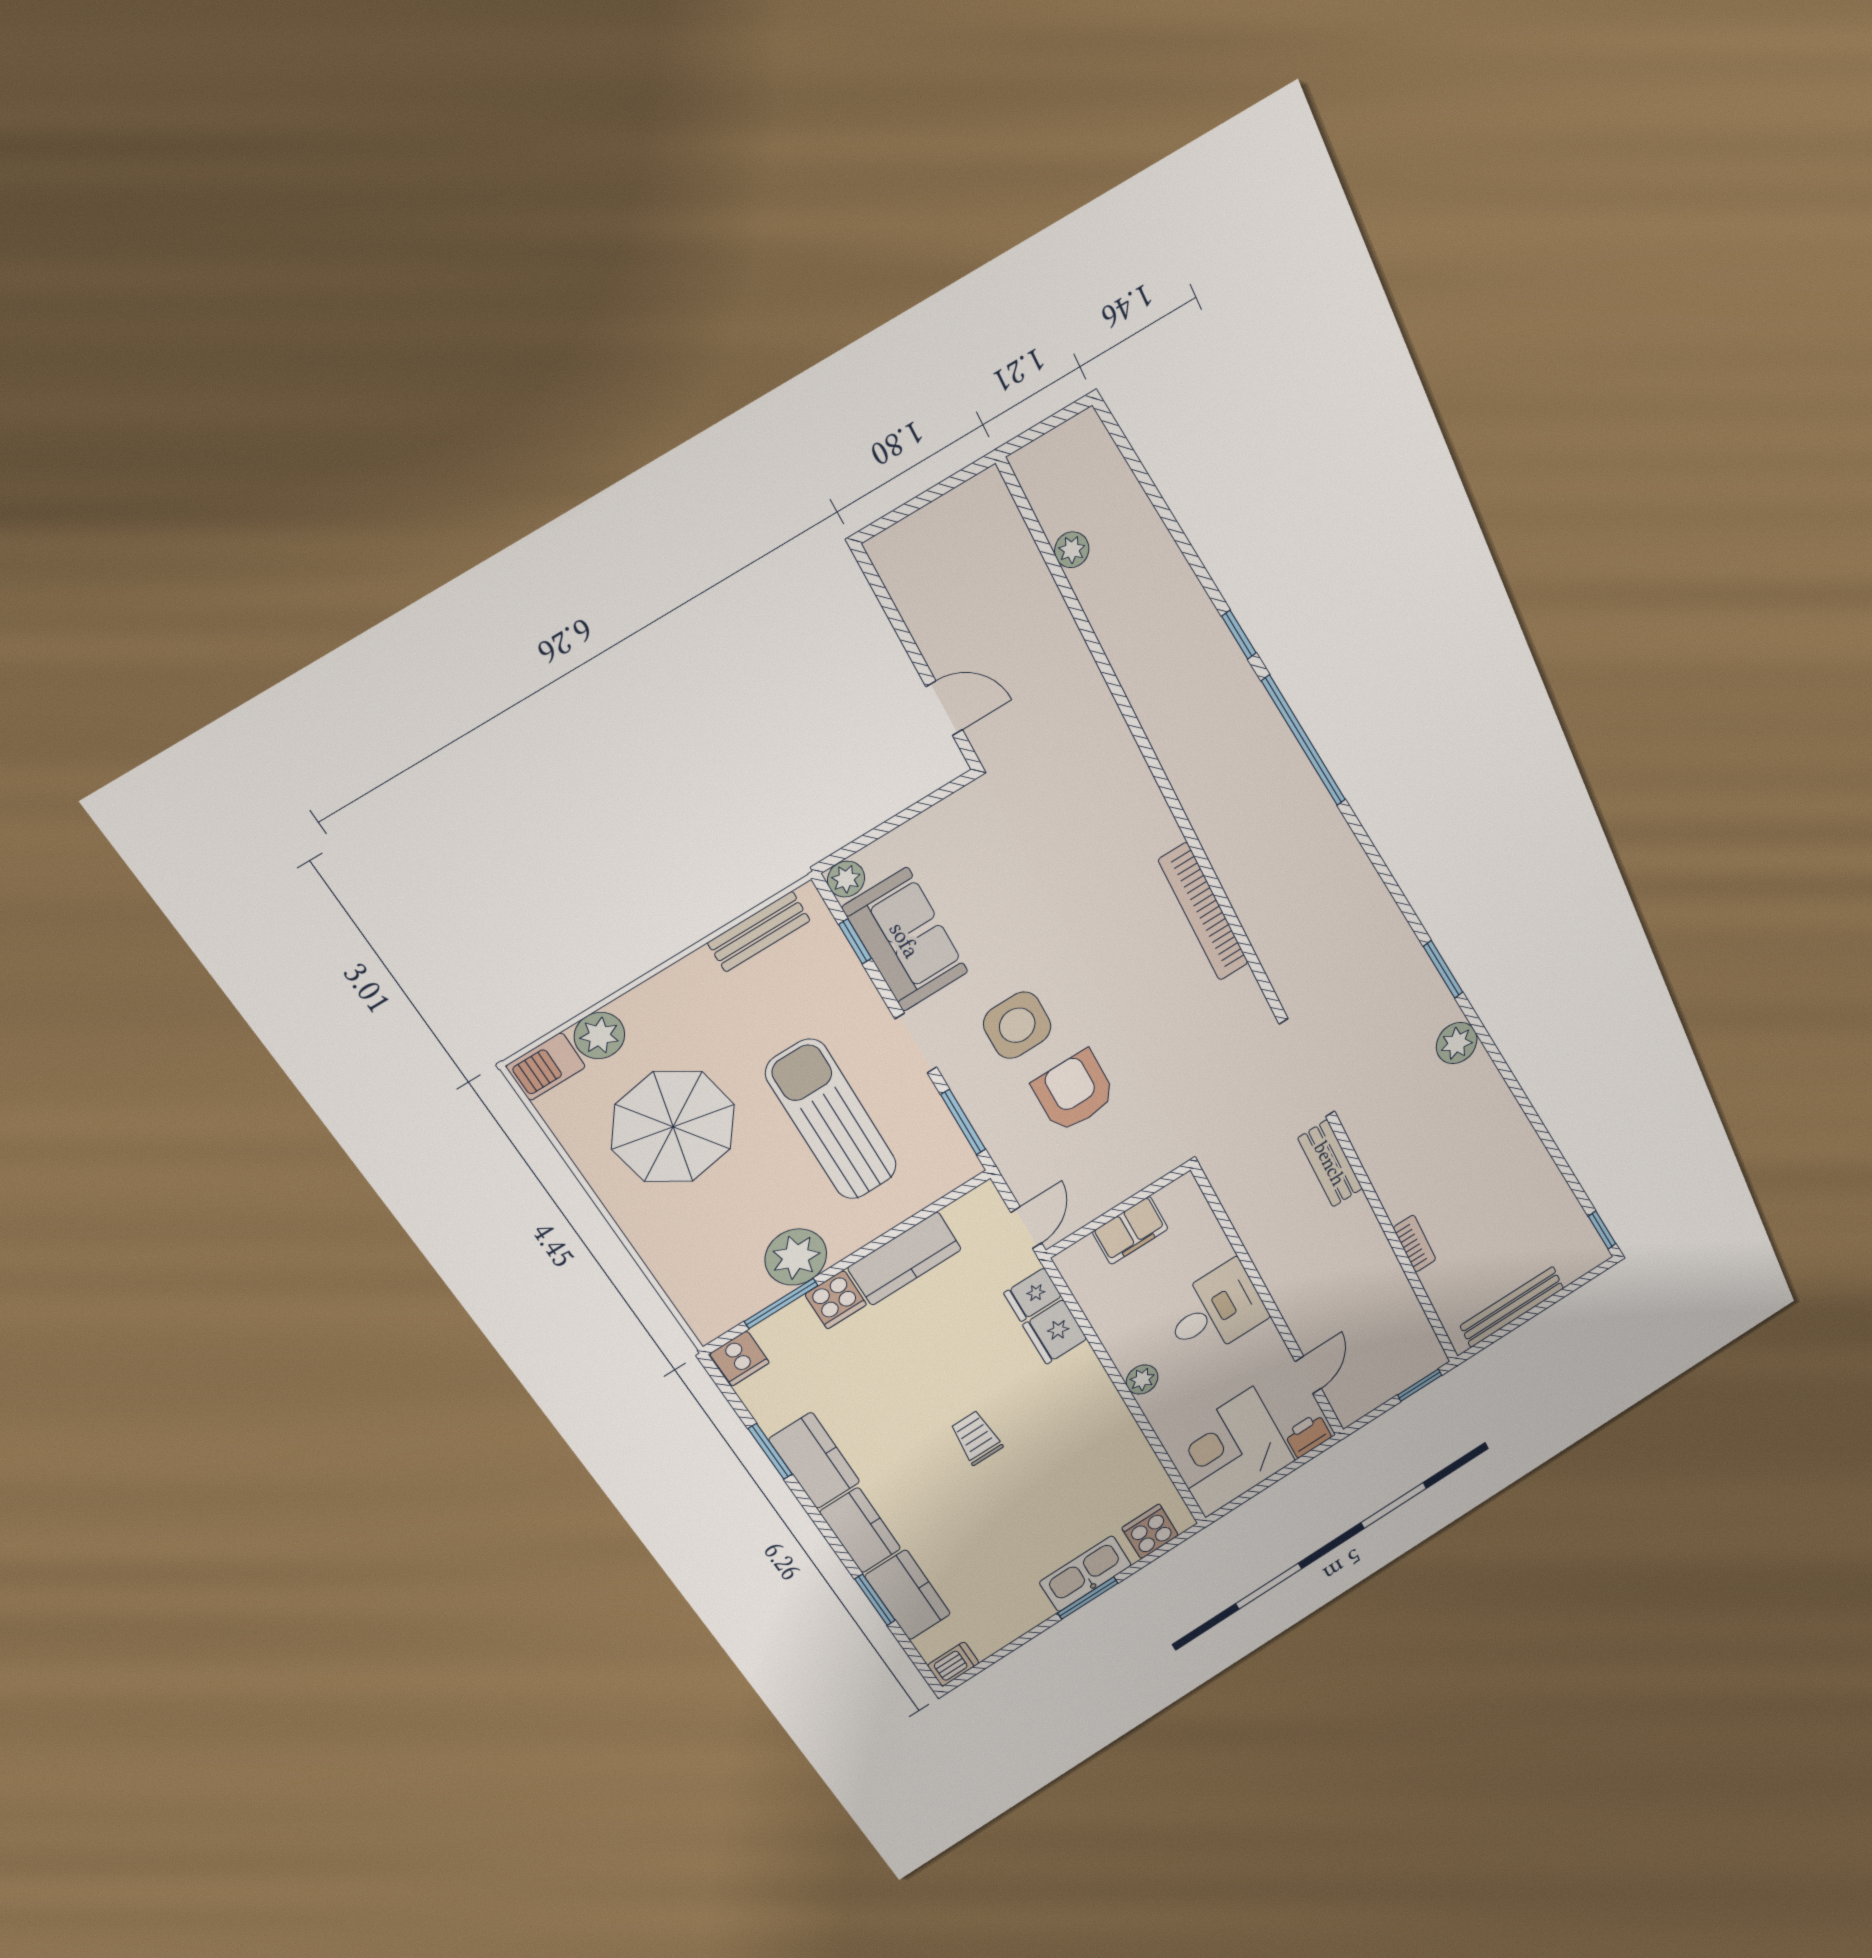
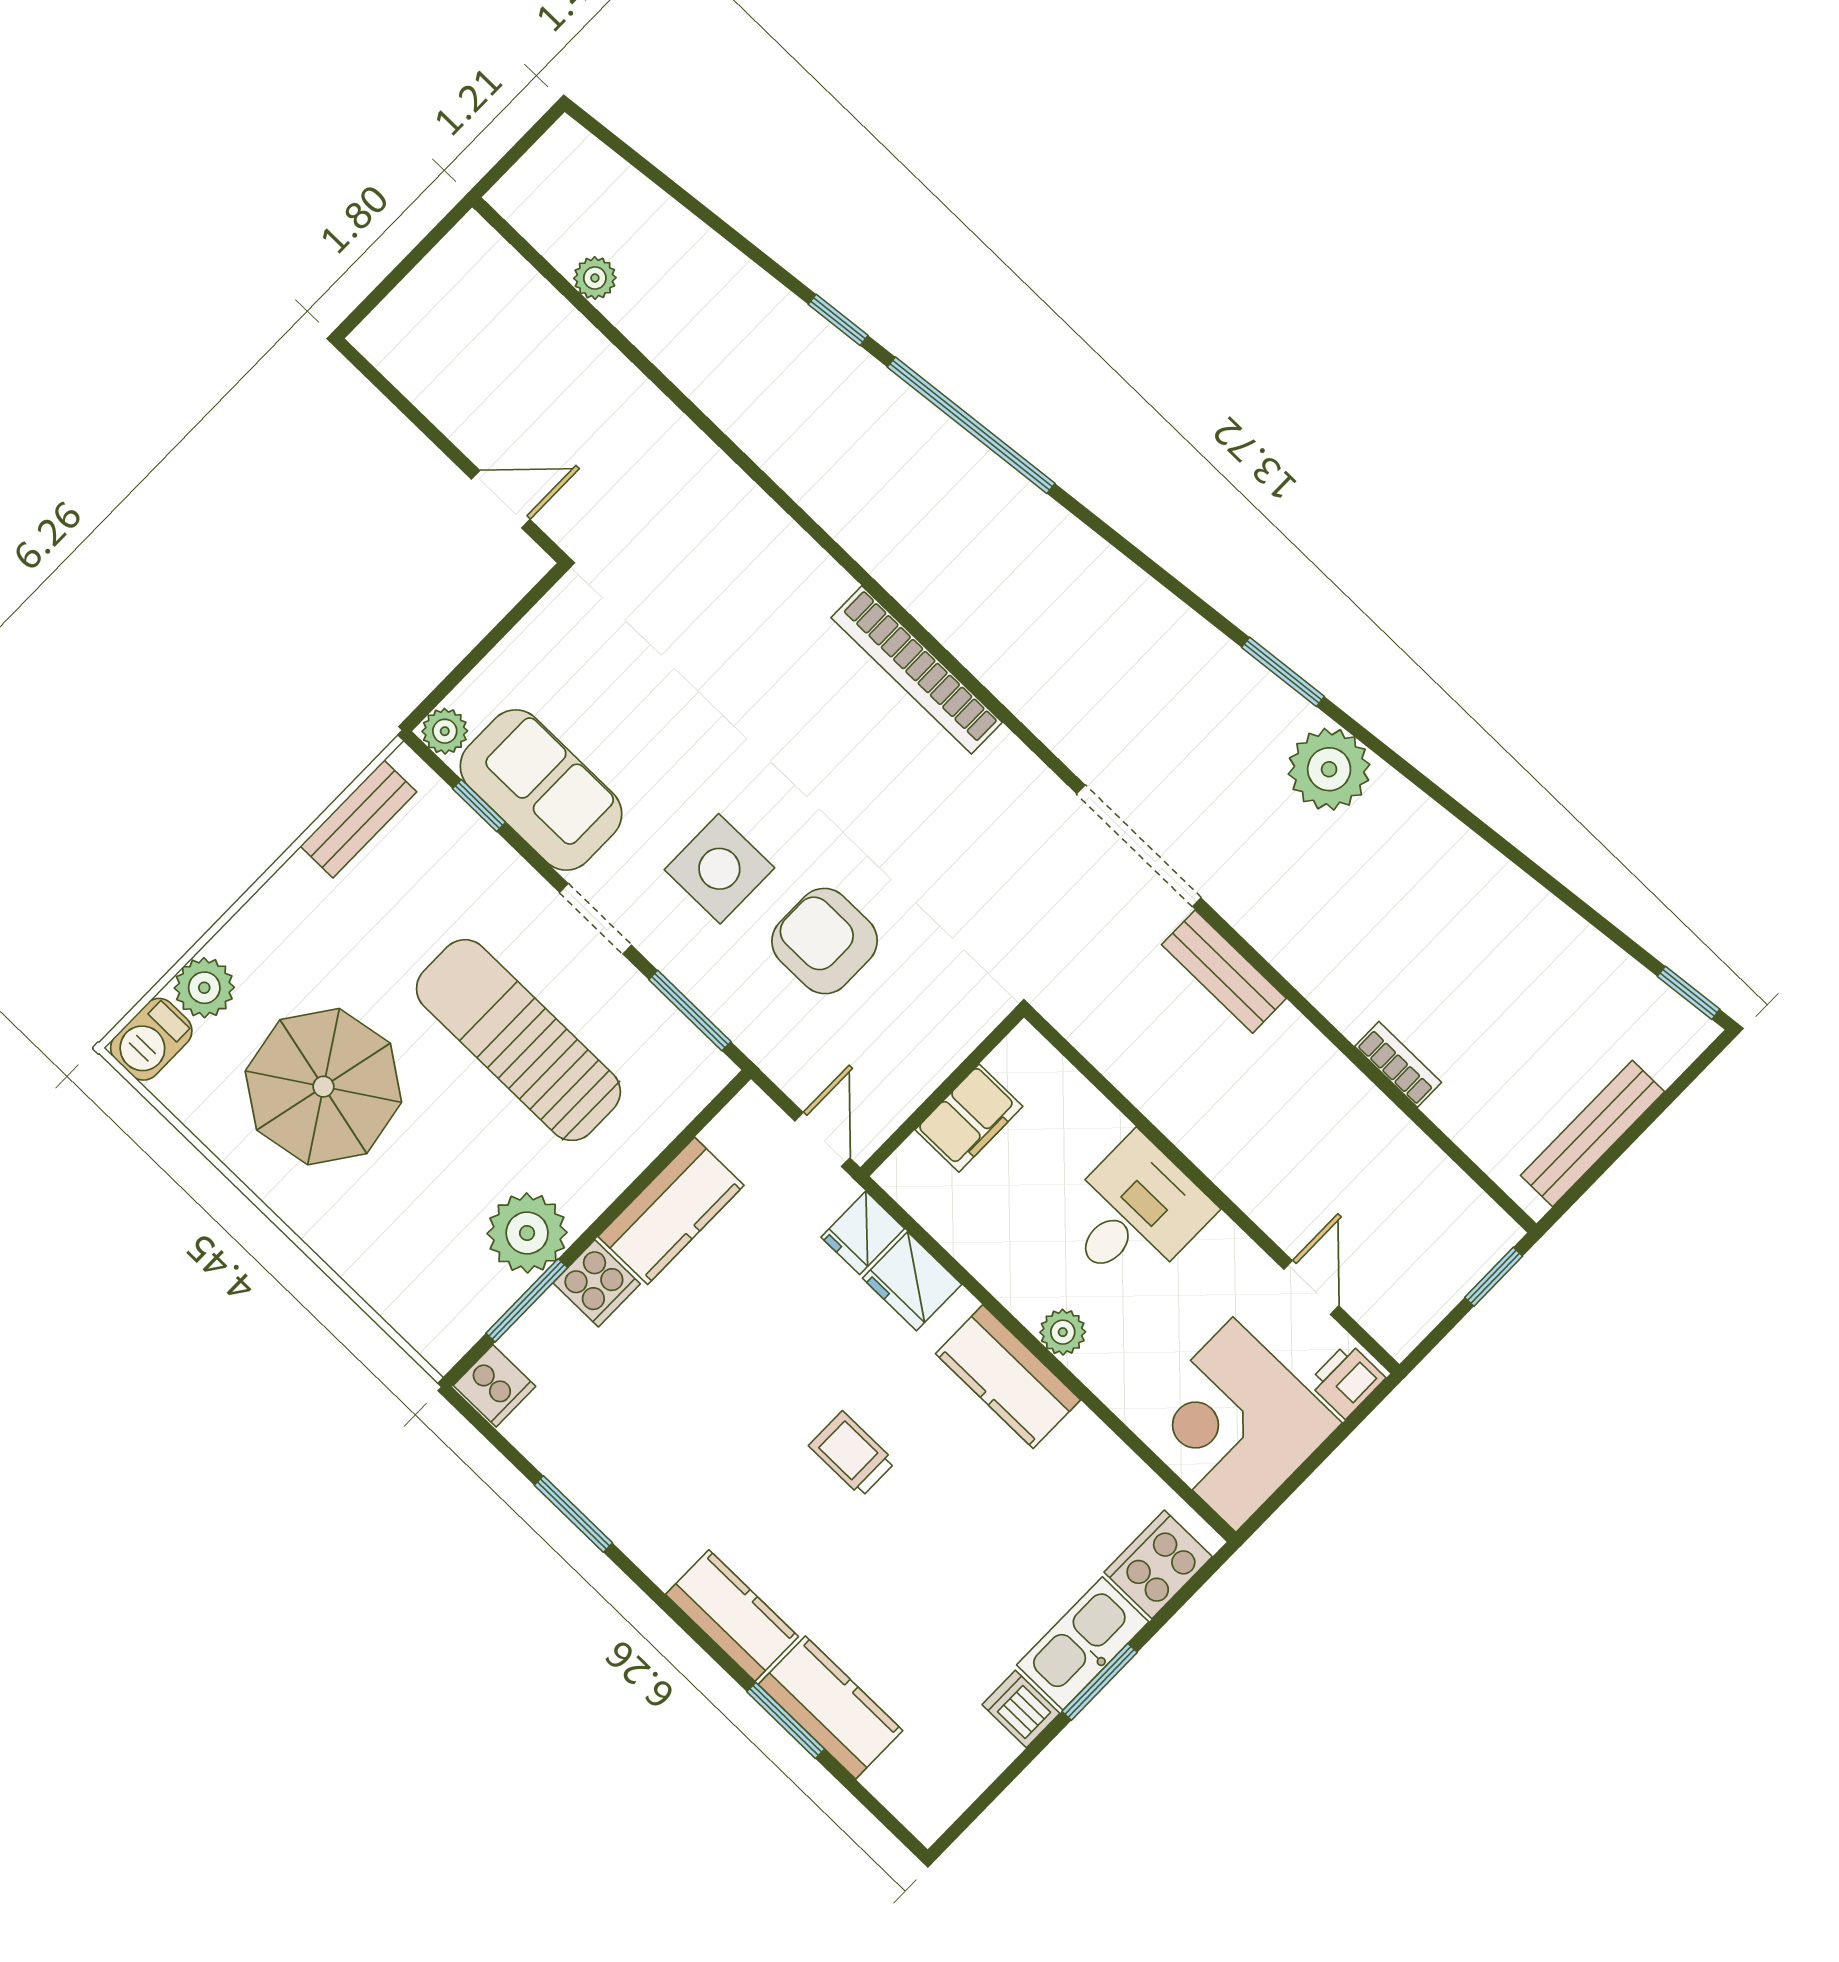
plant: (1457, 1043) -> (1329, 769), width x1.36, depth x1.36
kitchen counter: (814, 1461) -> (1008, 1377), moved, turned 180
cooker: (1150, 1532) -> (1158, 1564), width x1.36
dishwasher: (953, 1664) -> (1021, 1709), moved, turned -90

